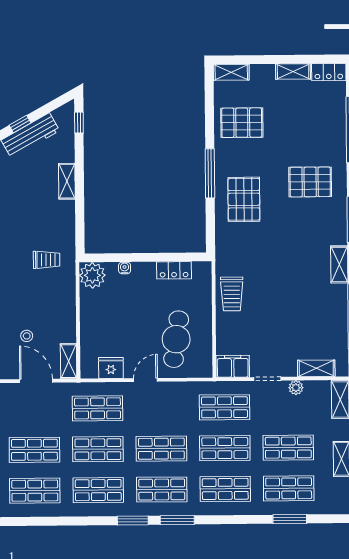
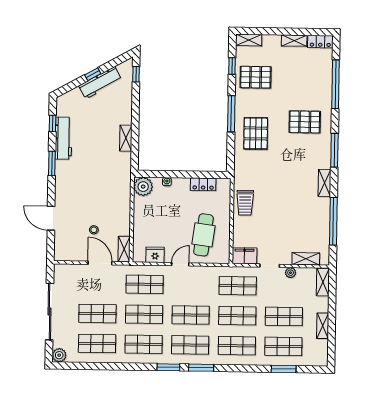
window: (209, 108) -> (232, 66), added
shelving: (67, 181) -> (126, 138), moved
trolley: (47, 260) -> (110, 174), removed

